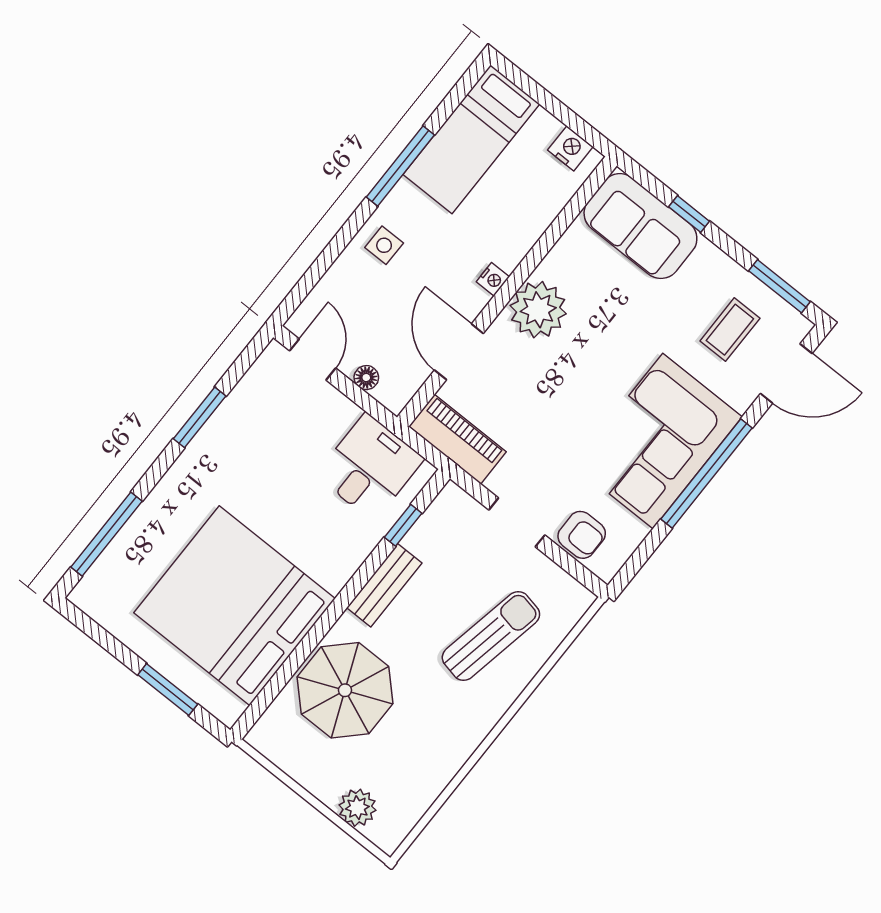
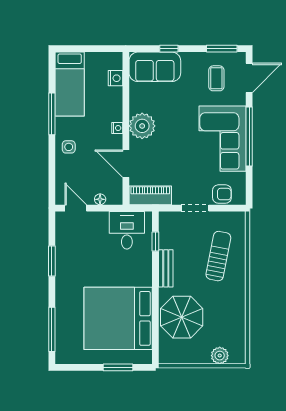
nightstand: (570, 148) -> (115, 78), moved, turned 90

